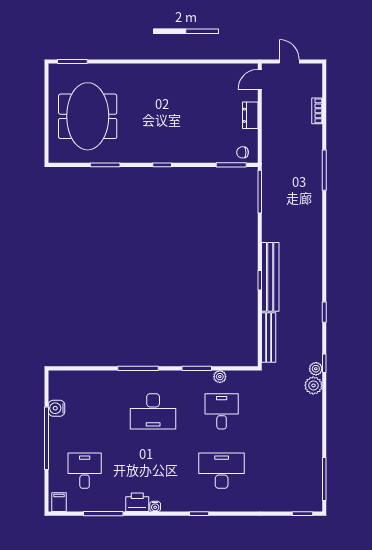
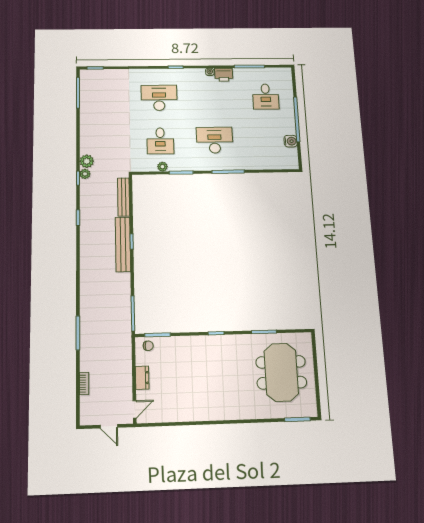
desk: (222, 471) -> (159, 98), turned 180
filing cabinet: (59, 502) -> (284, 74), removed

